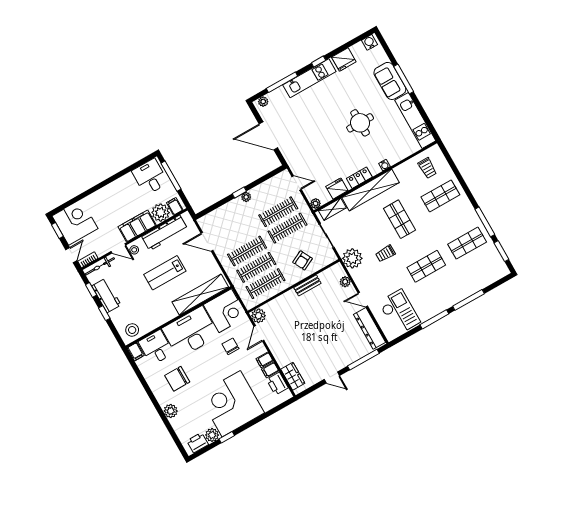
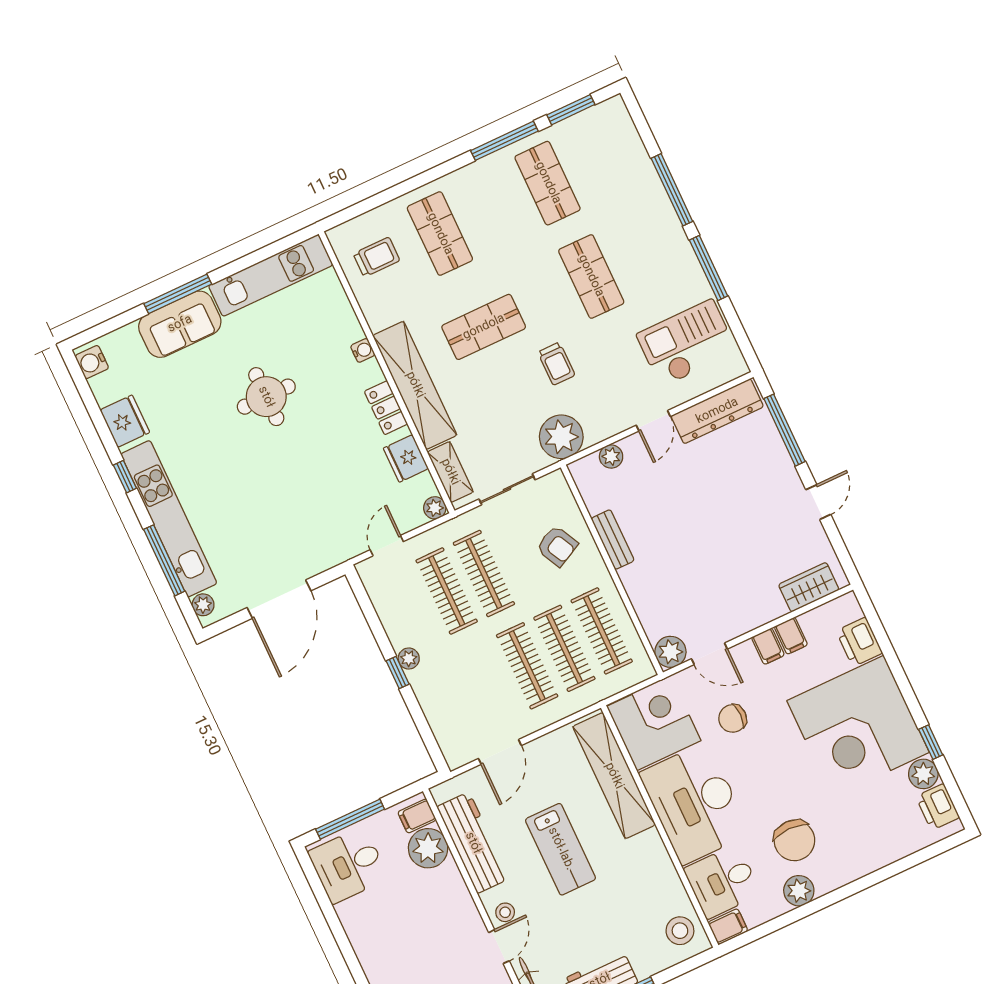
kitchen unit: (309, 78) -> (169, 519), width x1.36
filing cabinet: (137, 226) -> (453, 902), removed
printer: (277, 384) -> (859, 642), moved, turned 90
plant: (171, 411) -> (799, 891), moved

